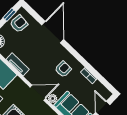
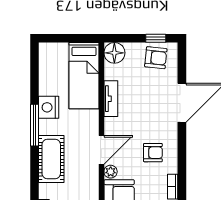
door: (38, 93) -> (101, 150), hinge flipped

